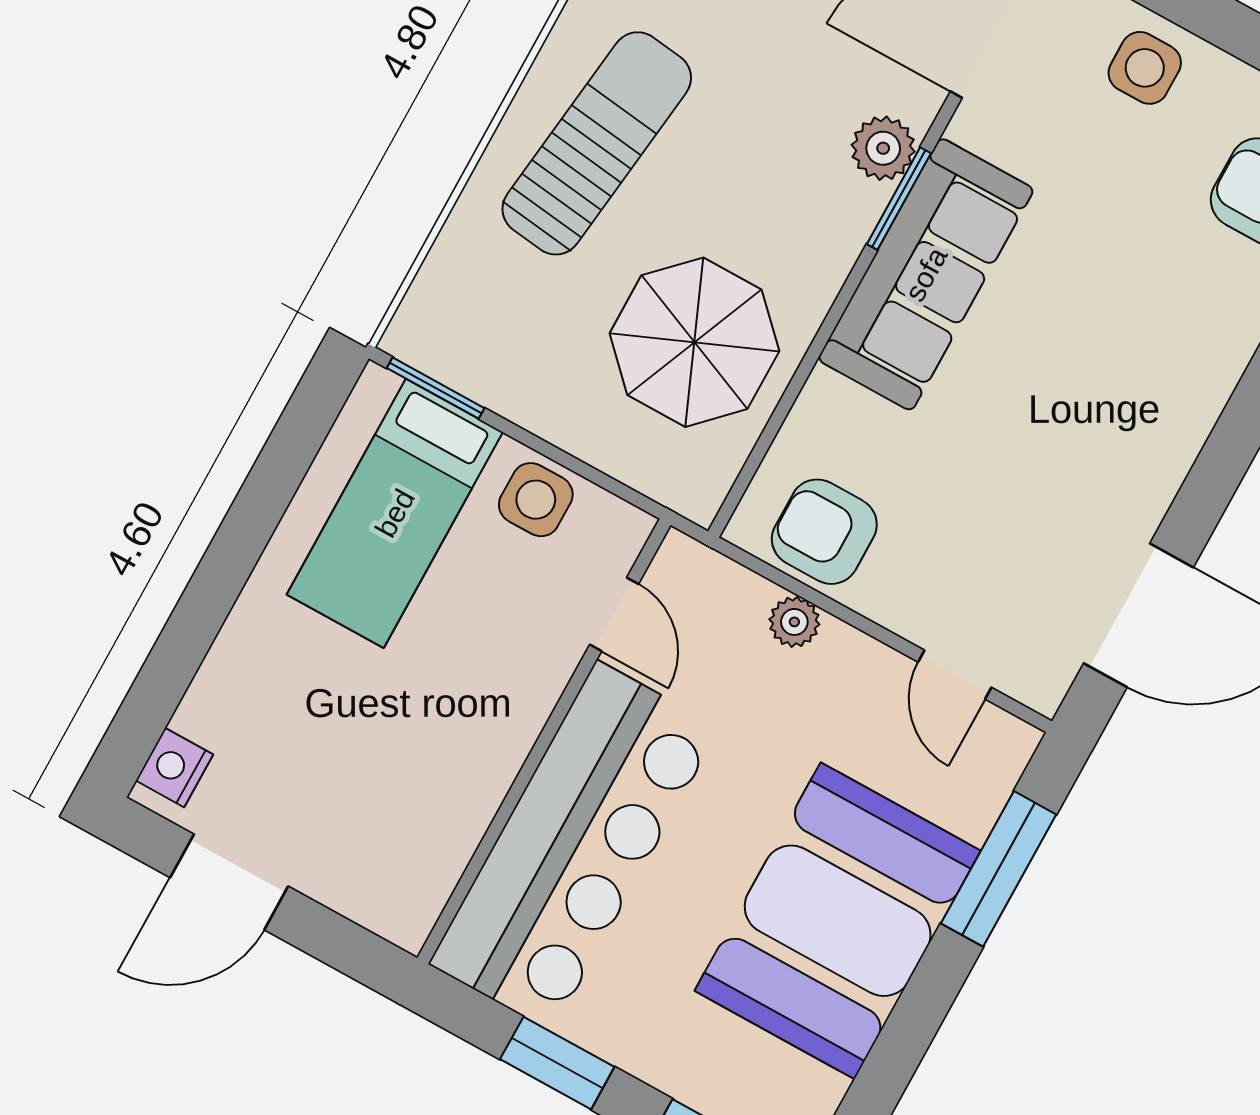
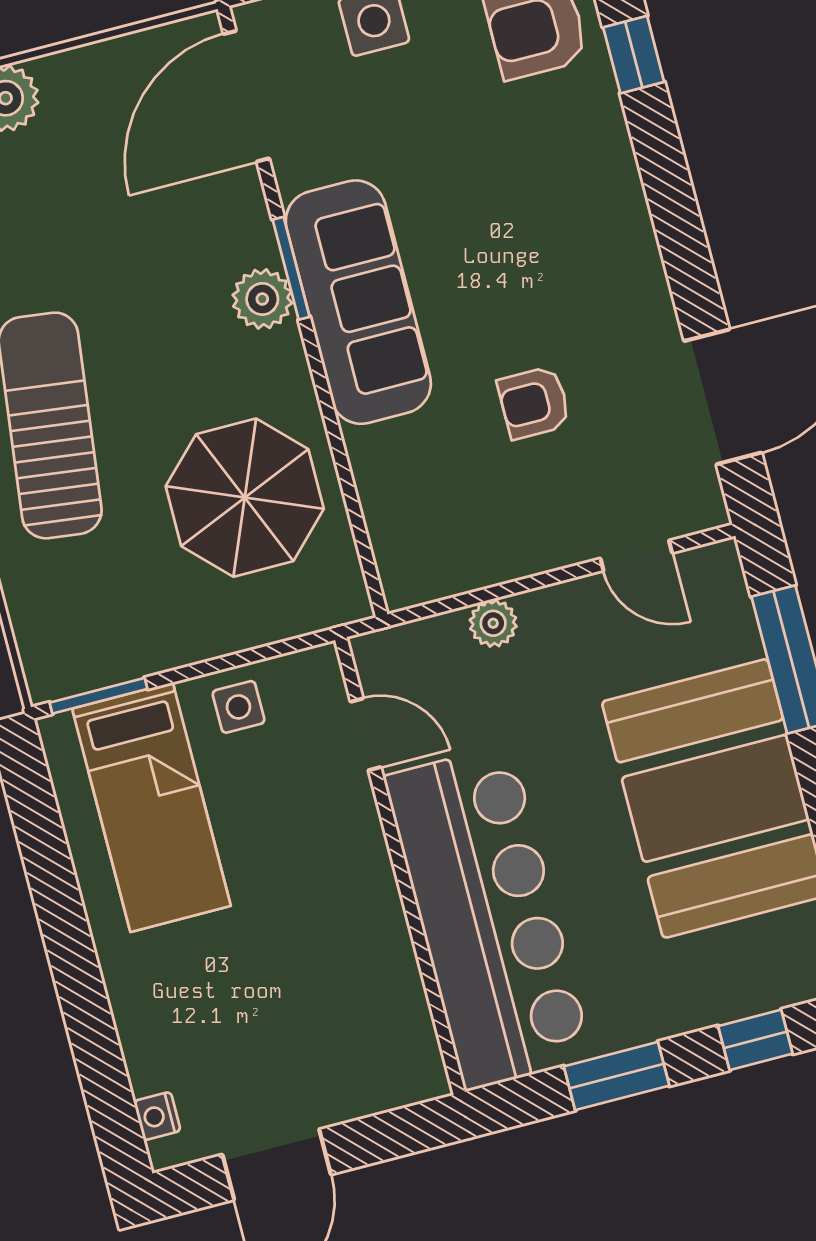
plant: (883, 148) -> (262, 299), moved
side table: (536, 500) -> (239, 707), width x0.73, depth x0.73
armchair: (824, 532) -> (534, 403), moved, width x0.72, depth x0.72
nightstand: (174, 767) -> (157, 1116), width x0.72, depth x0.74

